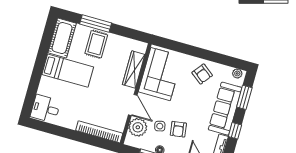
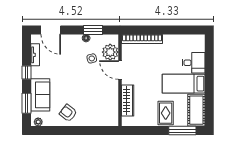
window: (96, 24) -> (182, 131), moved
corner sofa: (160, 74) -> (104, 103), removed
desk: (45, 109) -> (194, 63), moved
sofa: (225, 109) -> (40, 95), width x0.73
armchair: (178, 129) -> (75, 60), removed

